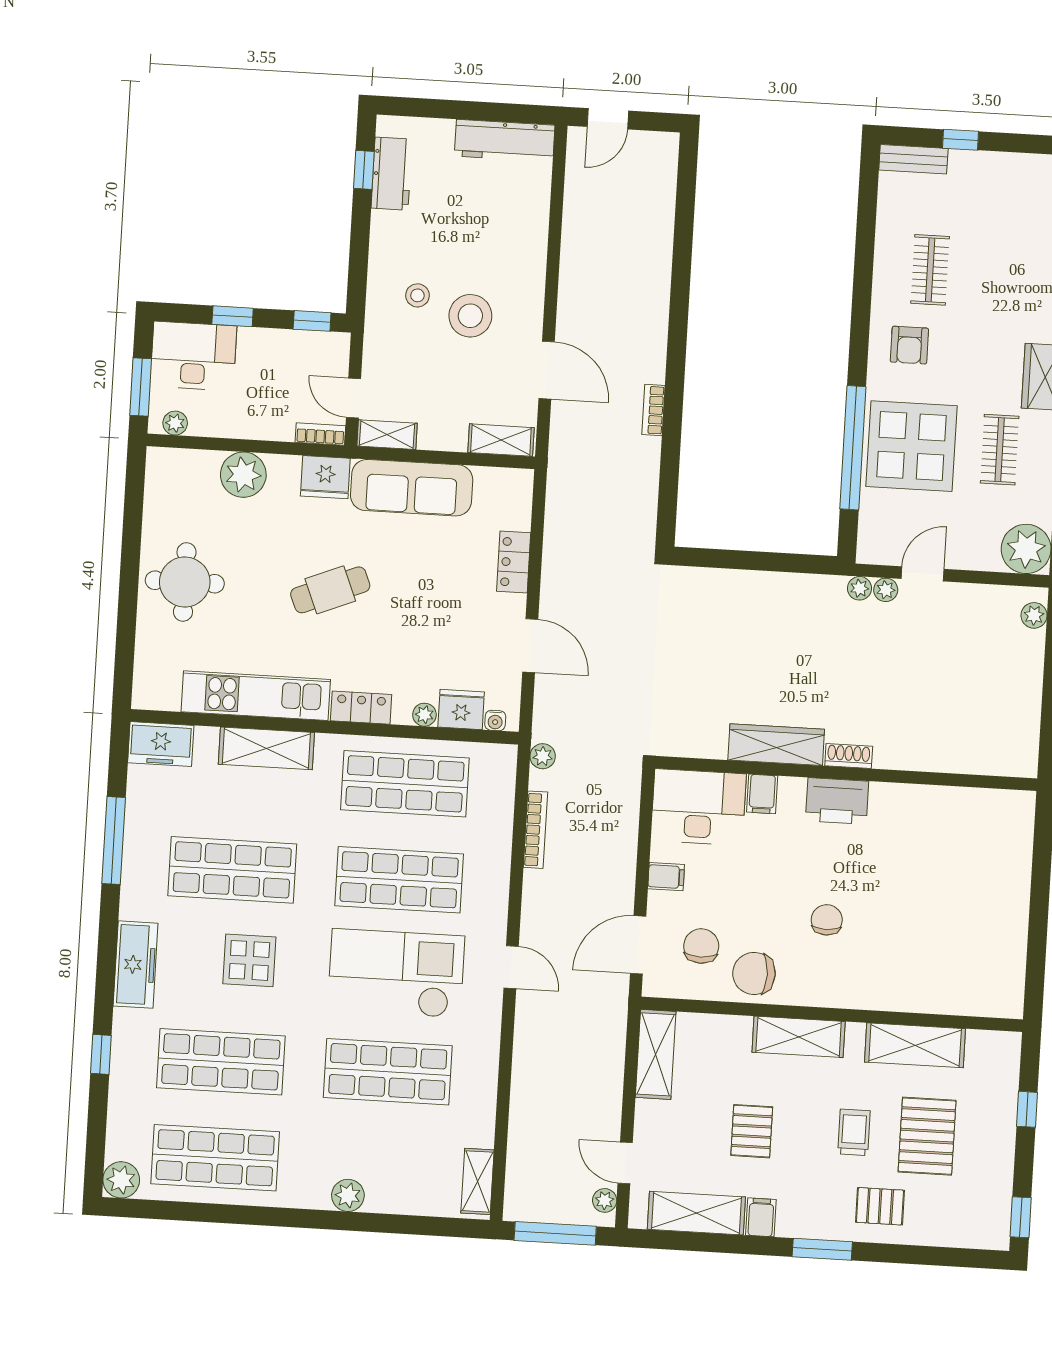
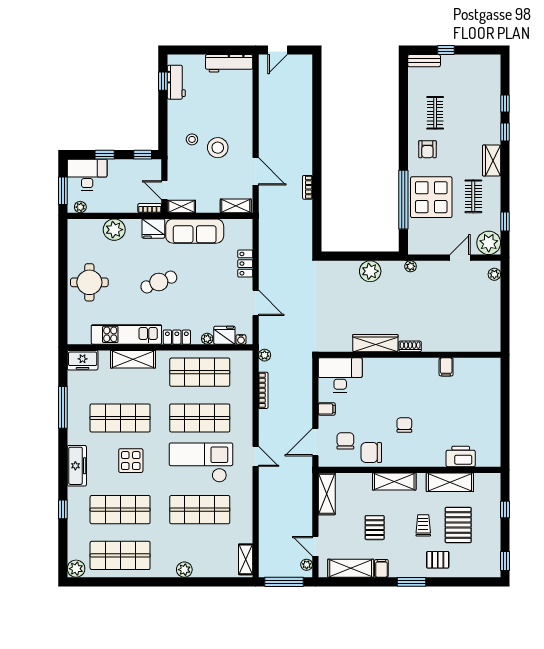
door: (923, 574) -> (460, 258), moved
plant: (886, 590) -> (370, 271), moved, width x1.87, depth x1.87
filing cabinet: (762, 794) -> (446, 367), moved
printer: (837, 801) -> (461, 456), moved, turned 180

